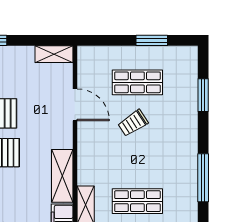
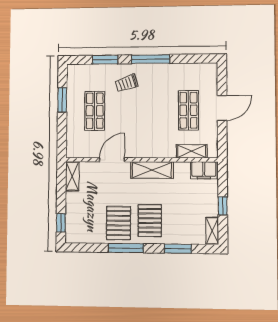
trolley: (133, 123) -> (126, 83), moved, turned 105
shelving: (62, 176) -> (152, 170), moved
window: (203, 178) -> (151, 59), moved

